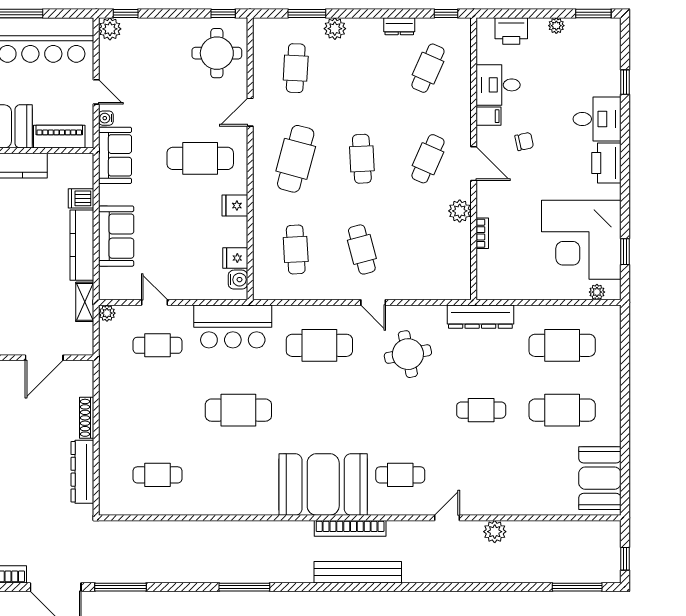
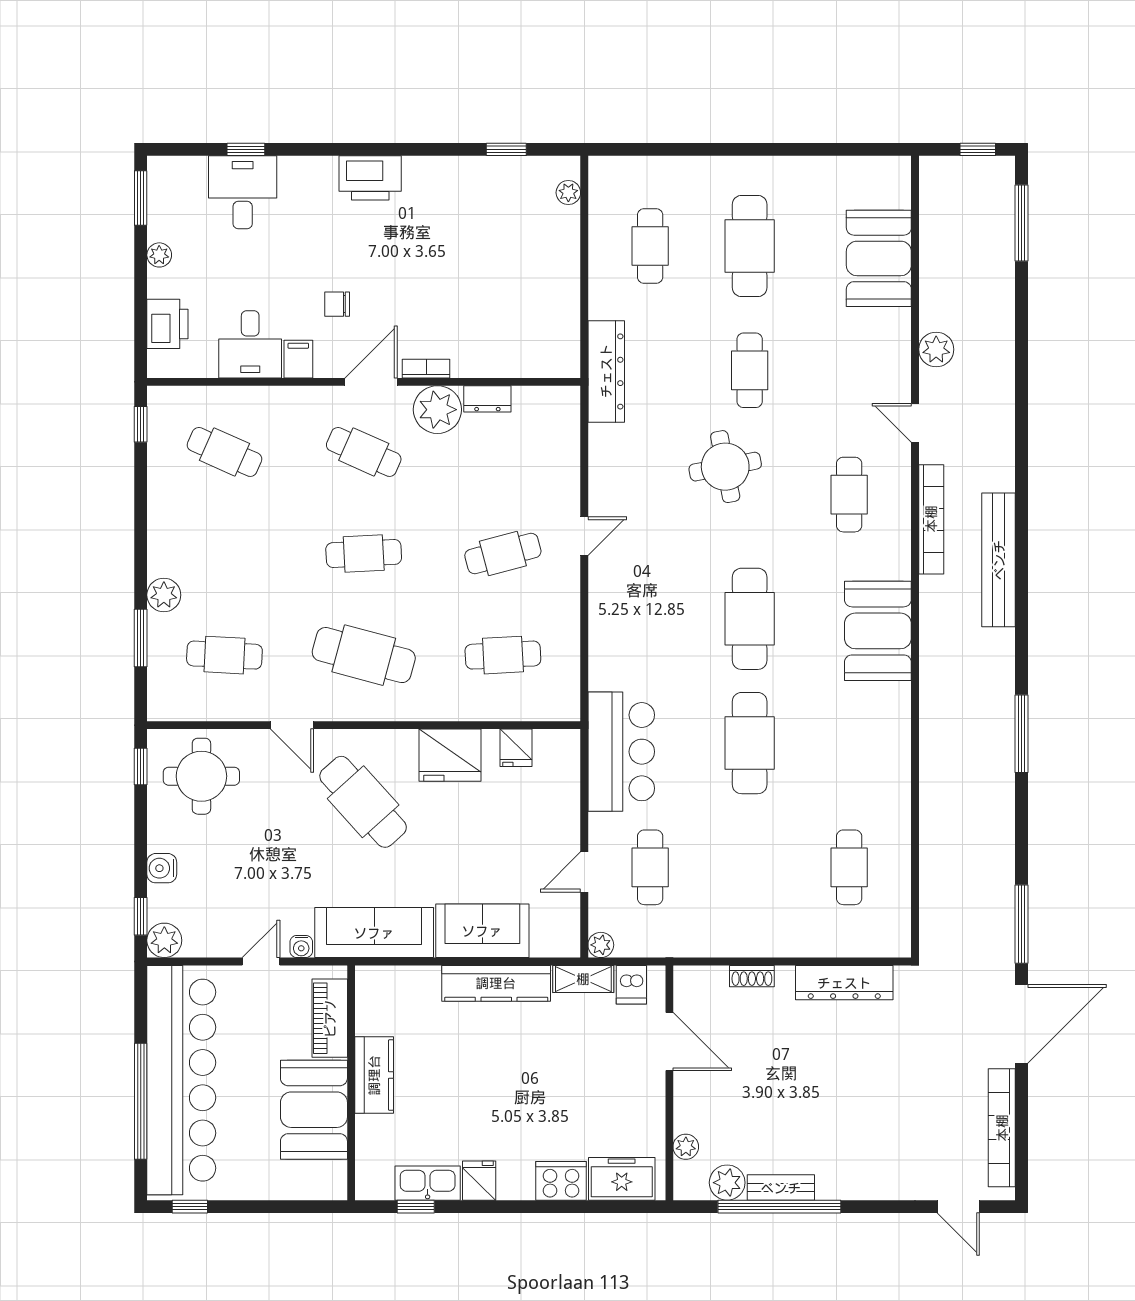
dresser: (399, 26) -> (487, 399), moved, turned 90
desk: (597, 119) -> (243, 192), moved
chair: (524, 141) -> (337, 304), turned -78
sofa: (115, 155) -> (374, 933), width x1.36
cafe table: (200, 158) -> (363, 802), turned -42
dishwasher: (81, 198) -> (631, 985), moved
fridge: (235, 206) -> (450, 755), width x1.88, depth x1.34
plant: (460, 211) -> (437, 410), width x1.36, depth x1.36
bookcase: (482, 233) -> (426, 369), moved
corner desk: (581, 240) -> (488, 216), removed
water cooler: (238, 280) -> (162, 868), moved, turned -90
cafe table: (319, 345) -> (750, 619), moved
cafe table: (562, 345) -> (650, 246), width x0.73, depth x0.74
round table: (408, 354) -> (725, 467), moved
shoe rack: (87, 418) -> (752, 976), width x0.70
booth: (600, 478) -> (879, 258), moved, turned 90
booth: (323, 484) -> (878, 631), width x0.73, depth x0.70
bookcase: (350, 528) -> (931, 519), moved

